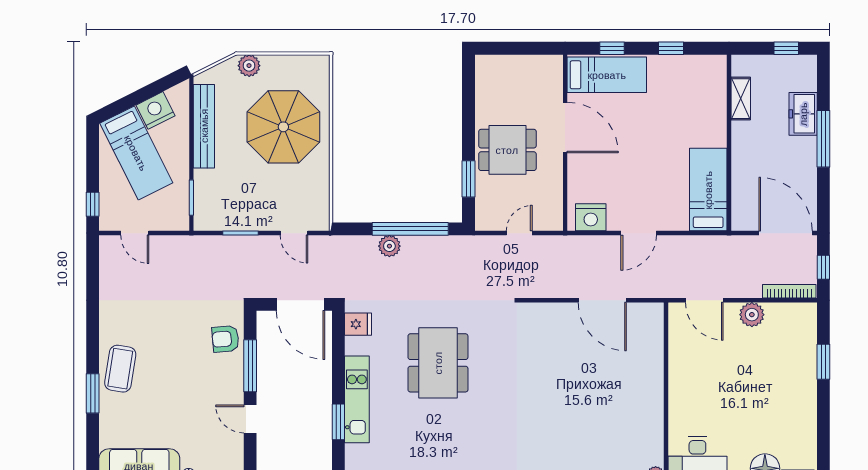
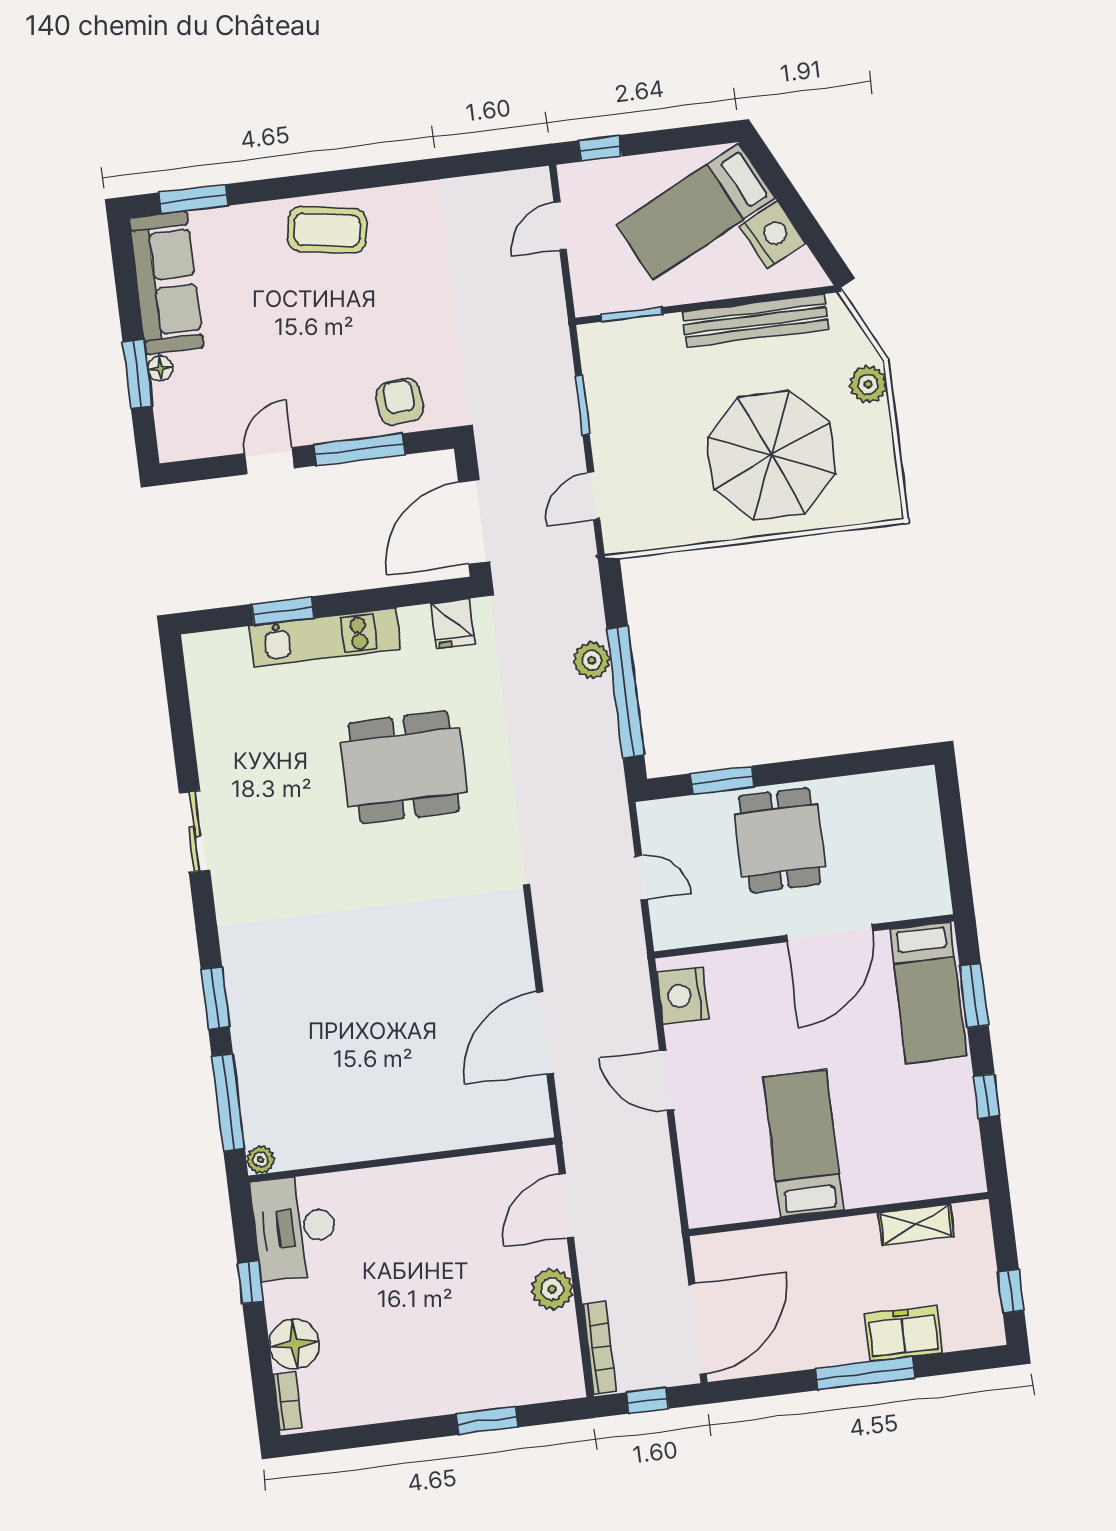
window: (612, 48) -> (974, 996), width x1.50
bed: (708, 190) -> (803, 1144), moved, turned -90
window: (93, 393) -> (194, 199), moved

